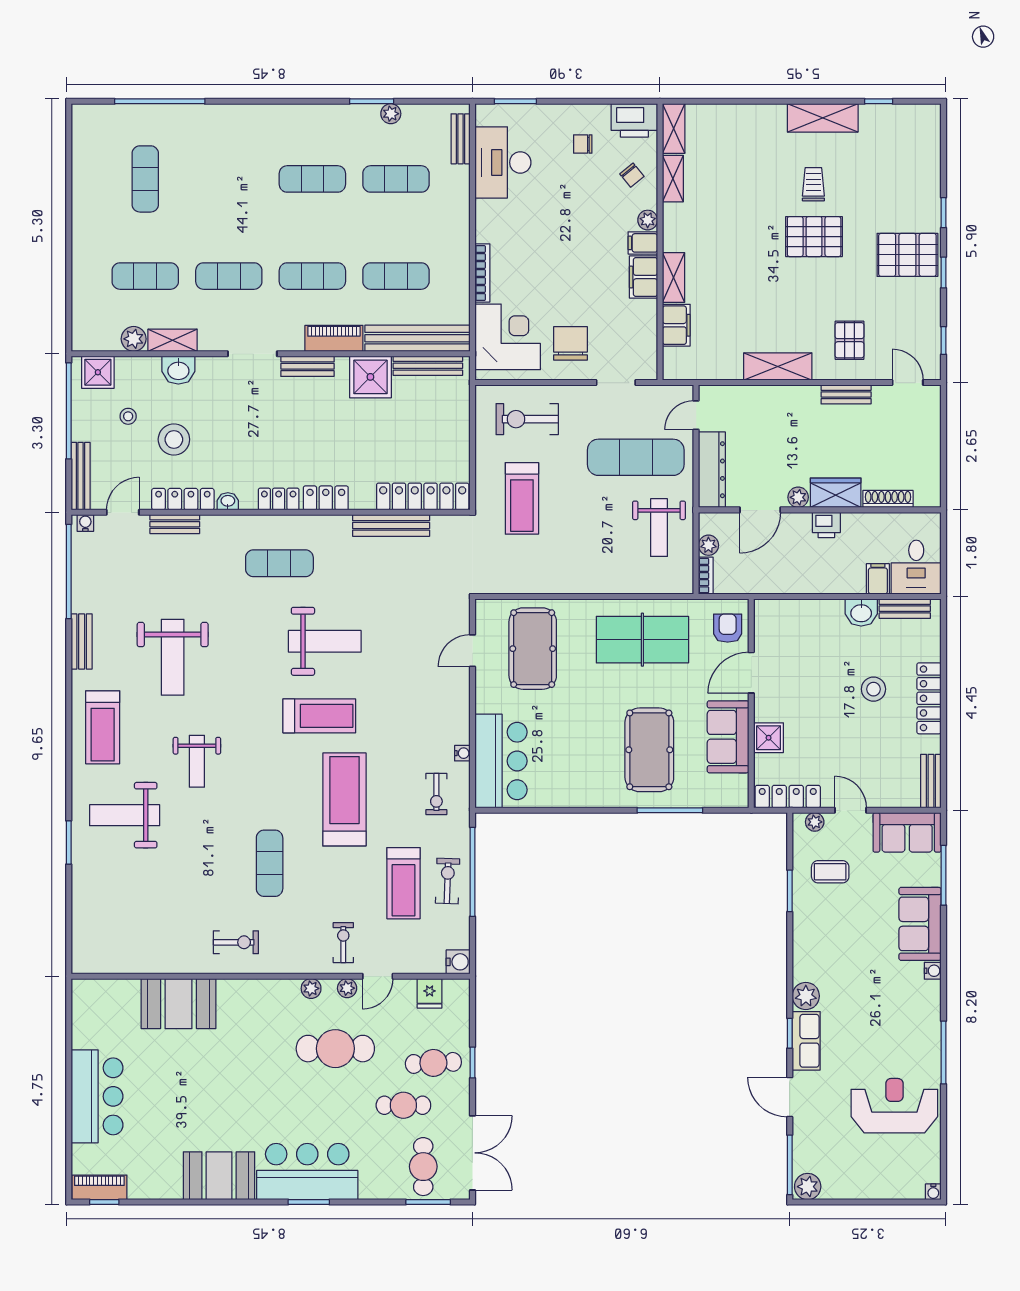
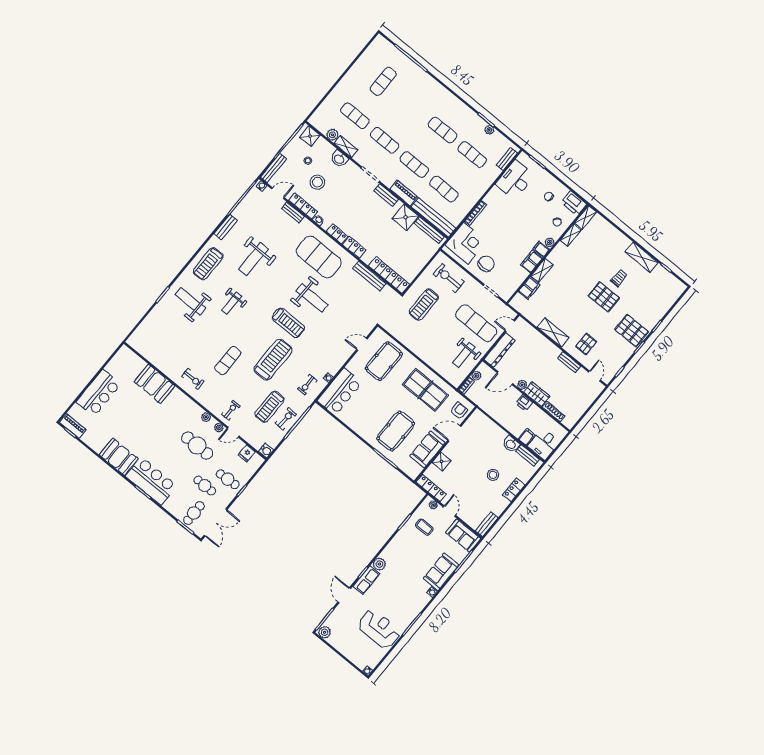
exercise mat: (279, 563) -> (319, 257), width x2.00, depth x1.45
locker: (929, 698) -> (514, 490), width x0.66

